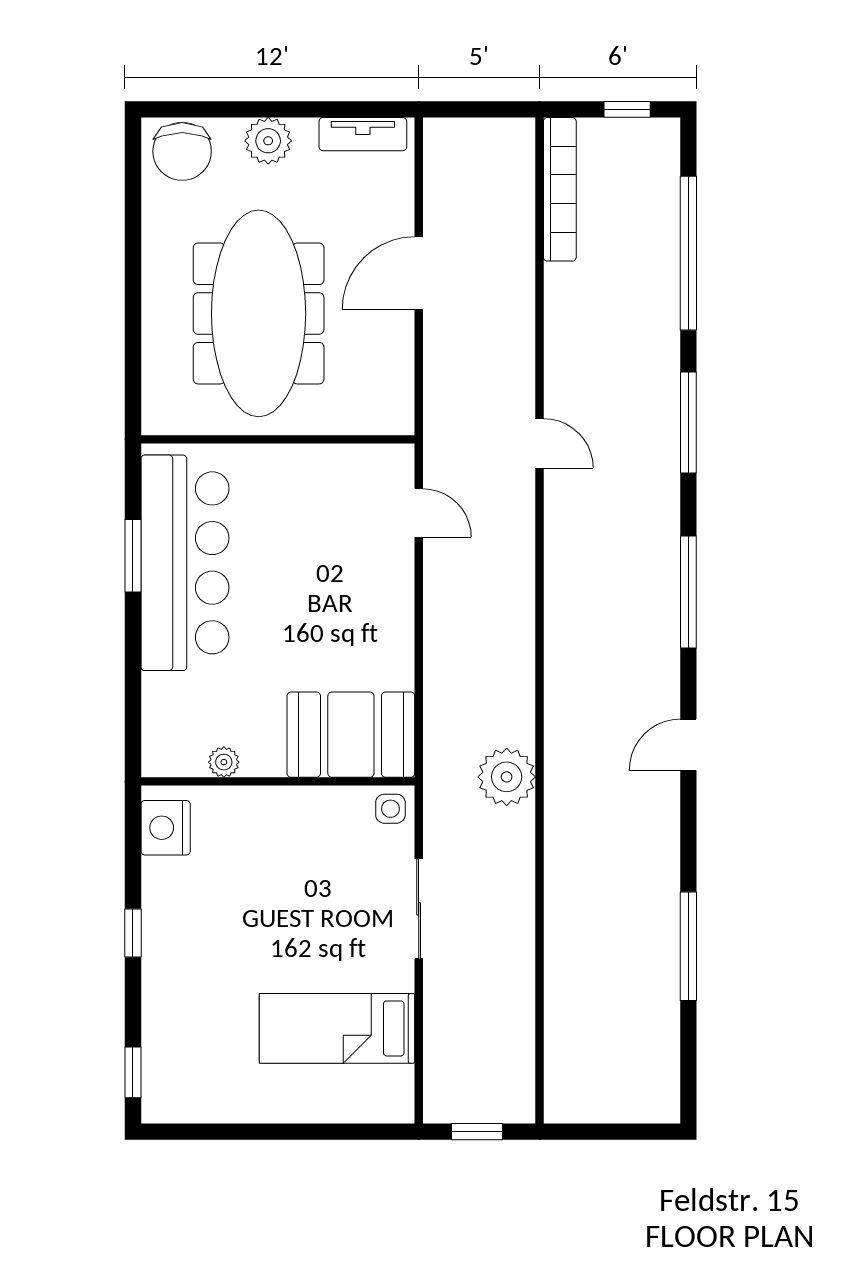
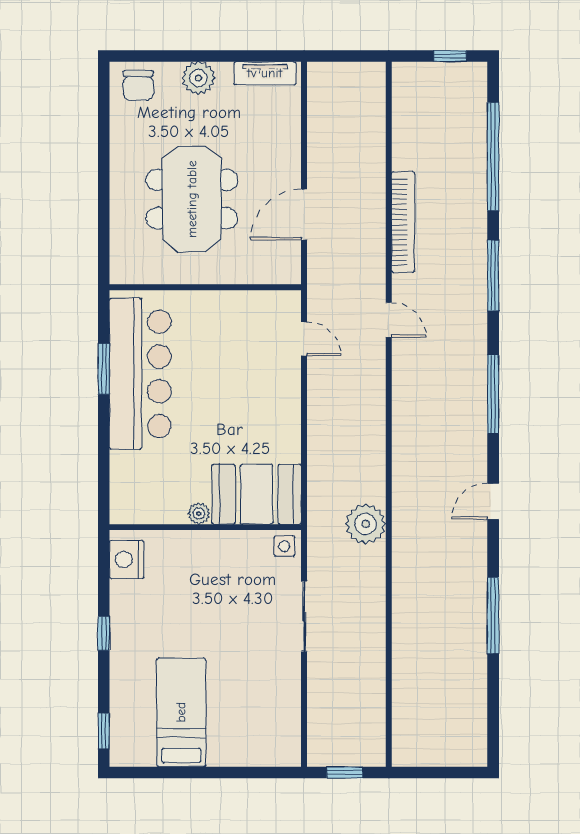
chair: (182, 151) -> (138, 85), width x0.73, depth x0.73
bookcase: (560, 189) -> (403, 222), moved
door: (419, 273) -> (304, 215), moved
meeting table: (259, 313) -> (192, 199), width x0.73
door: (539, 443) -> (389, 320), moved
plant: (224, 762) -> (199, 514), moved
window: (688, 946) -> (493, 615), moved
bed: (337, 1028) -> (181, 712), moved, turned 90

